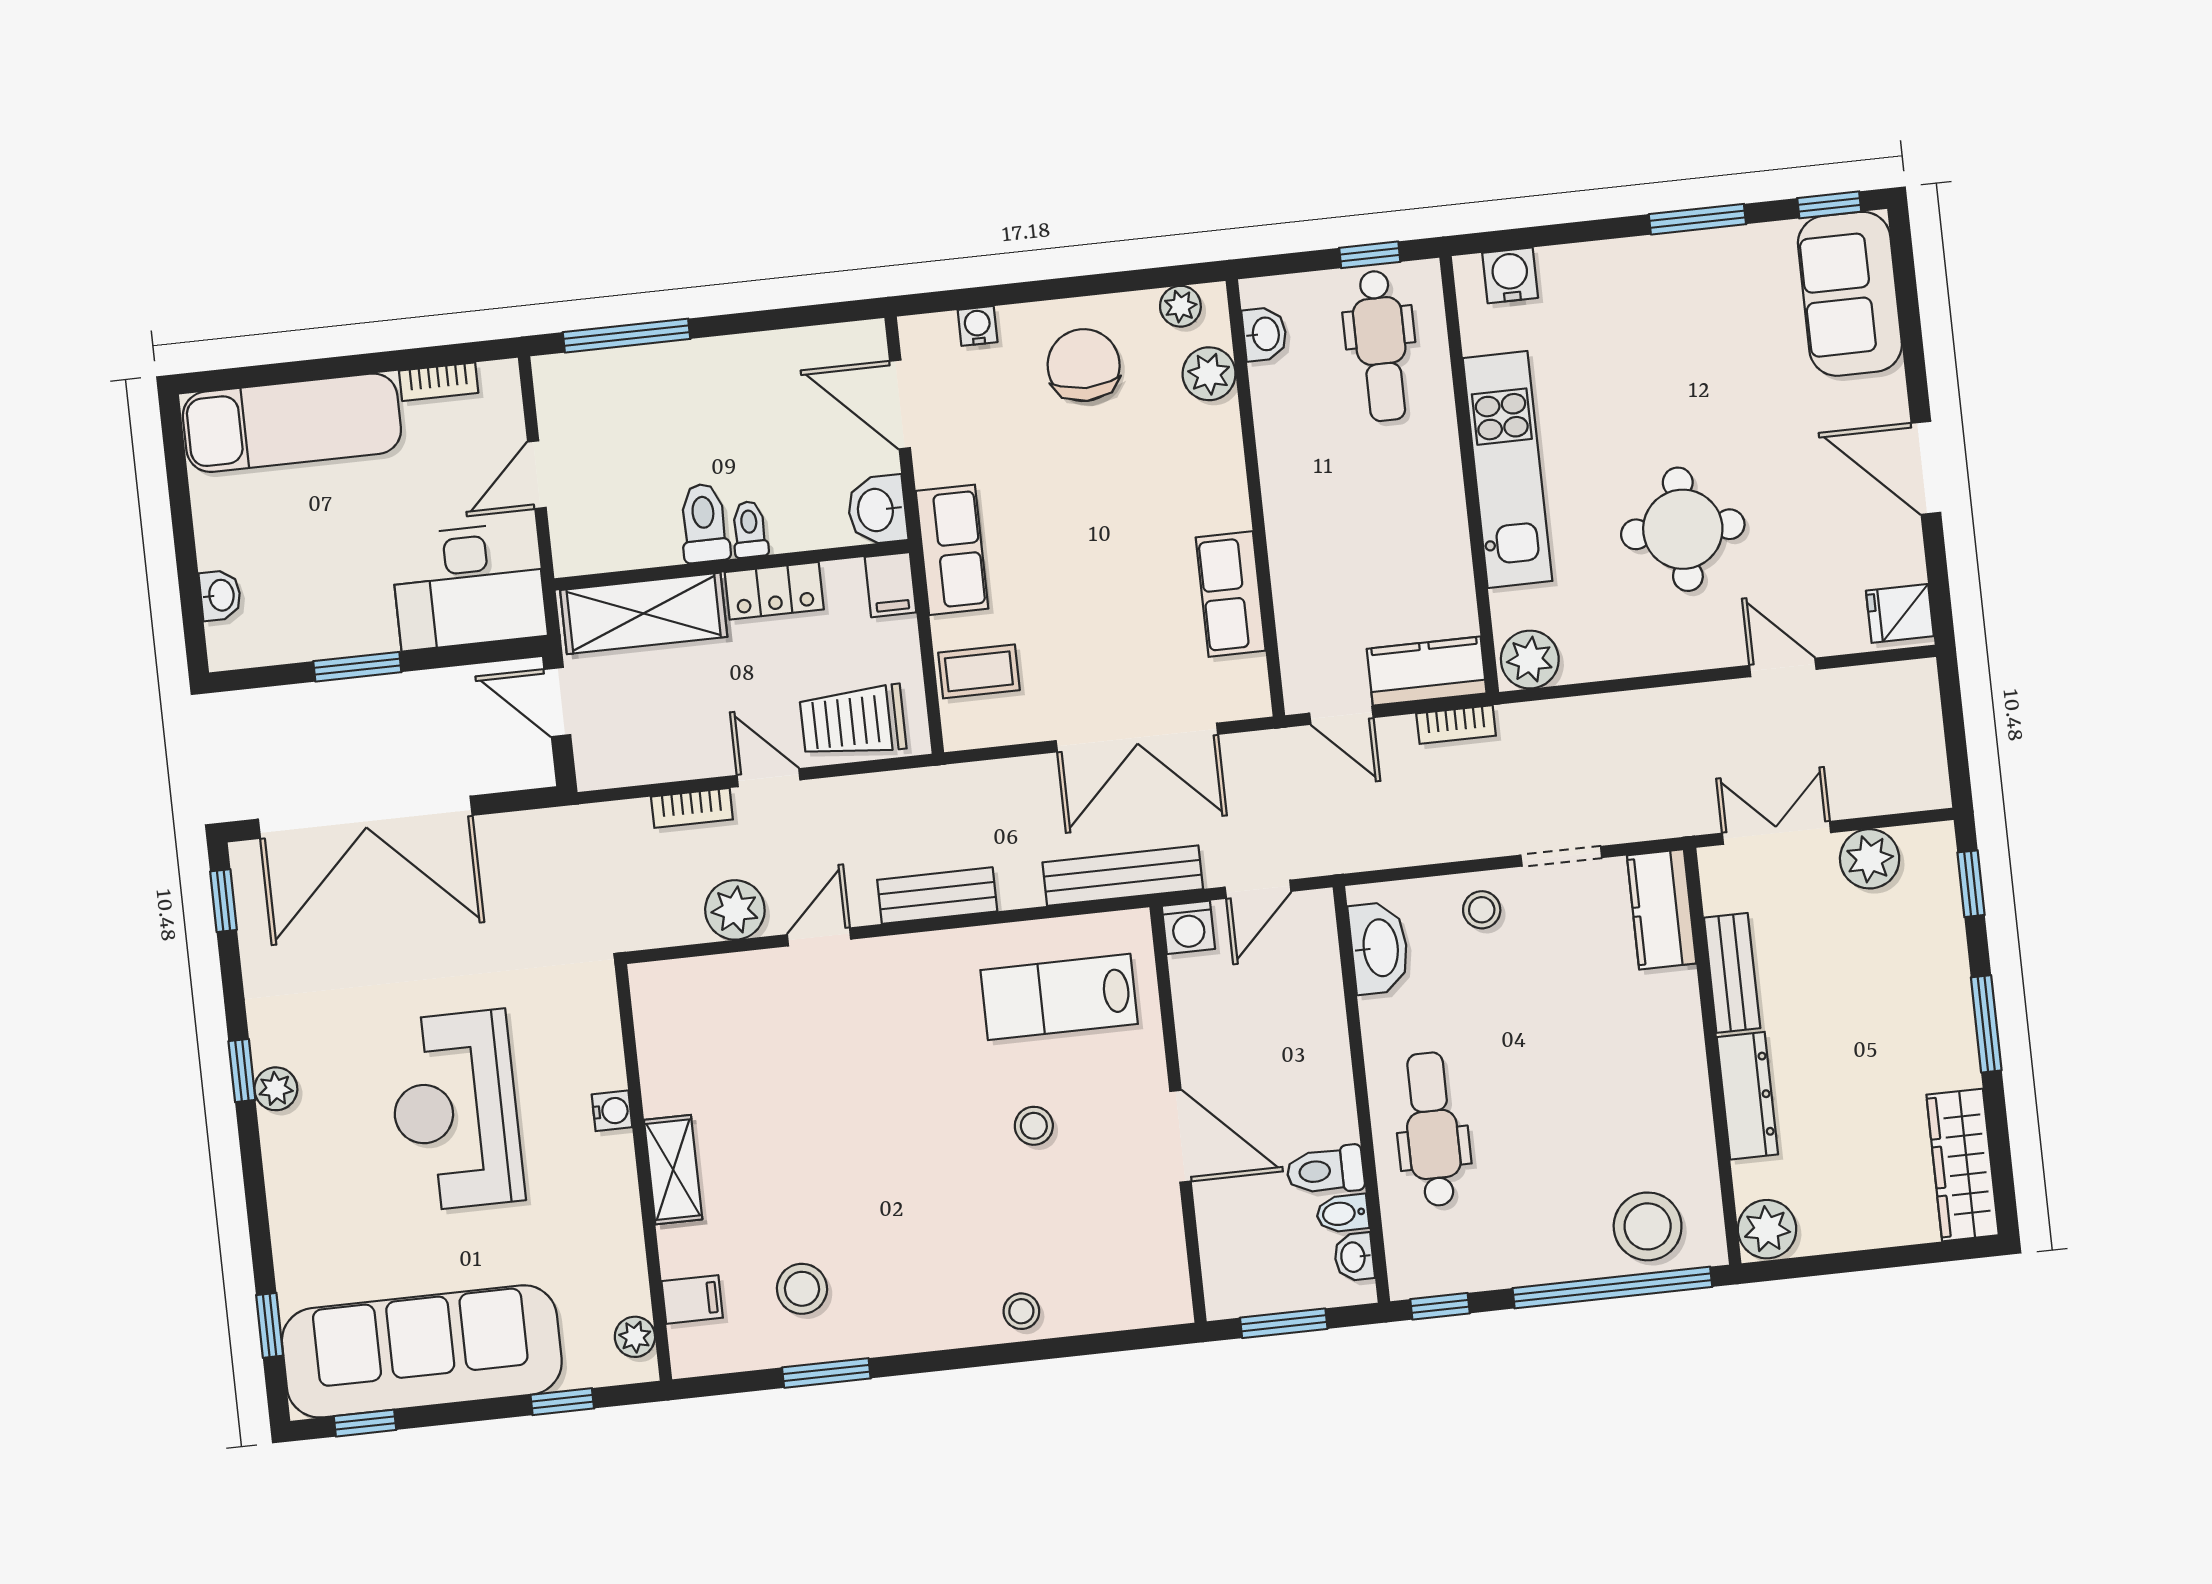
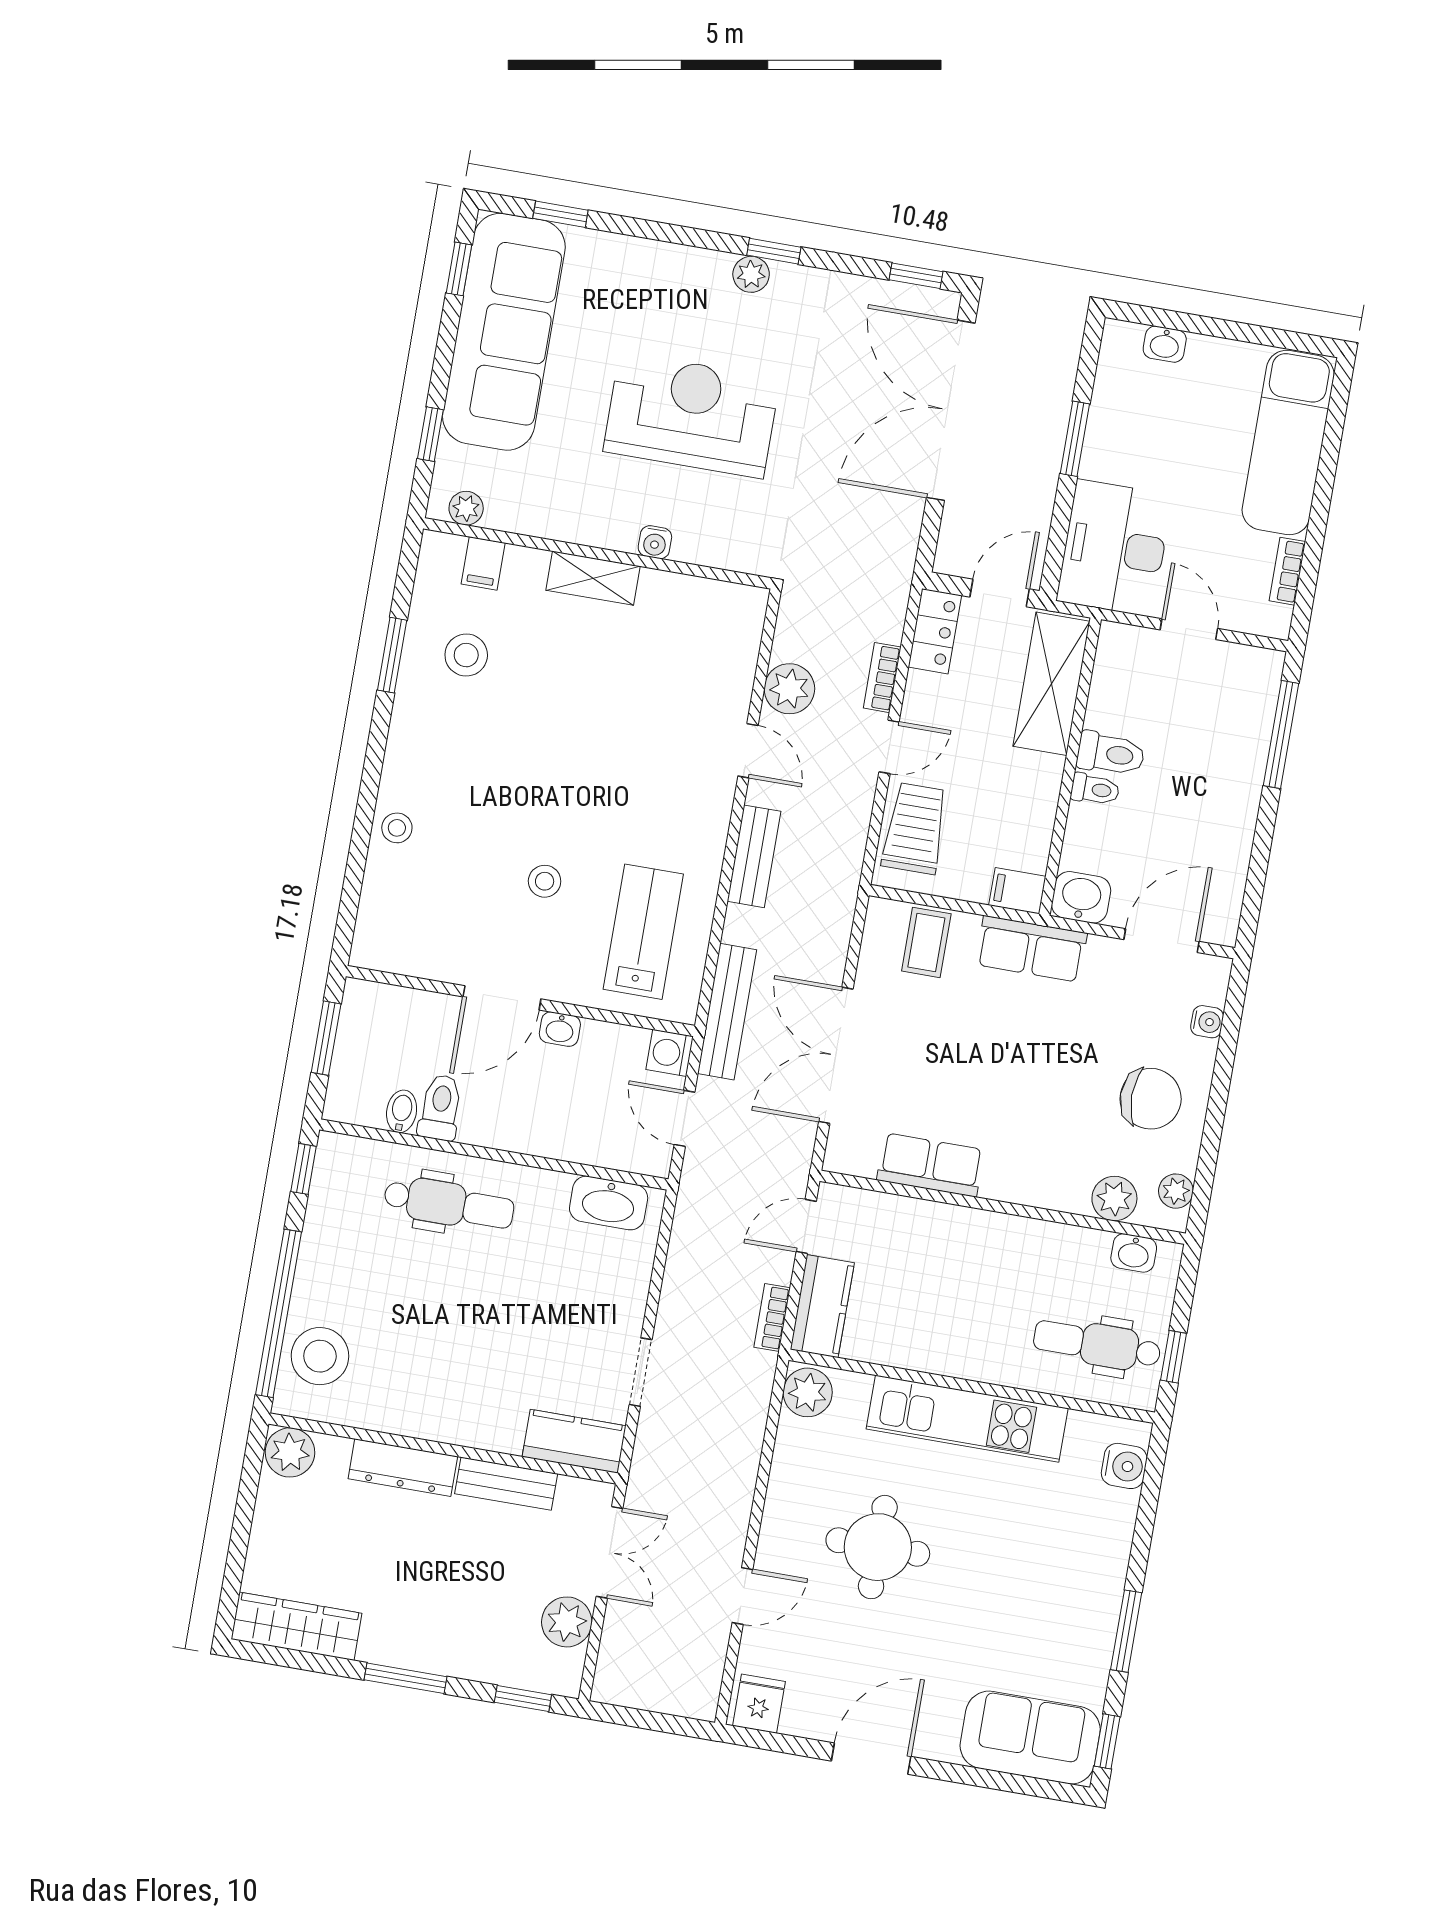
locker: (774, 591) -> (935, 631), moved, turned 180
stool: (1482, 910) -> (616, 1295), removed
washbasin: (1354, 1257) -> (560, 1029), moved, turned 180

